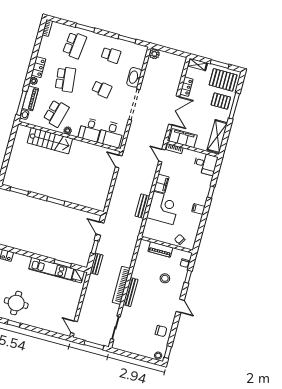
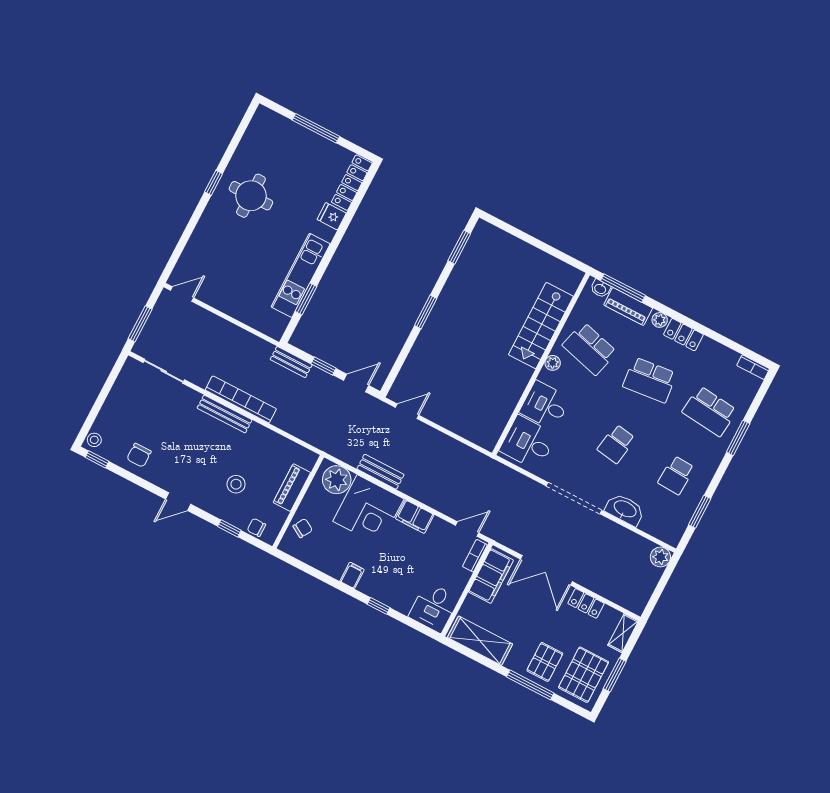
door: (119, 161) -> (407, 411), moved
plant: (151, 228) -> (337, 480), added
fridge: (78, 276) -> (332, 216), moved

